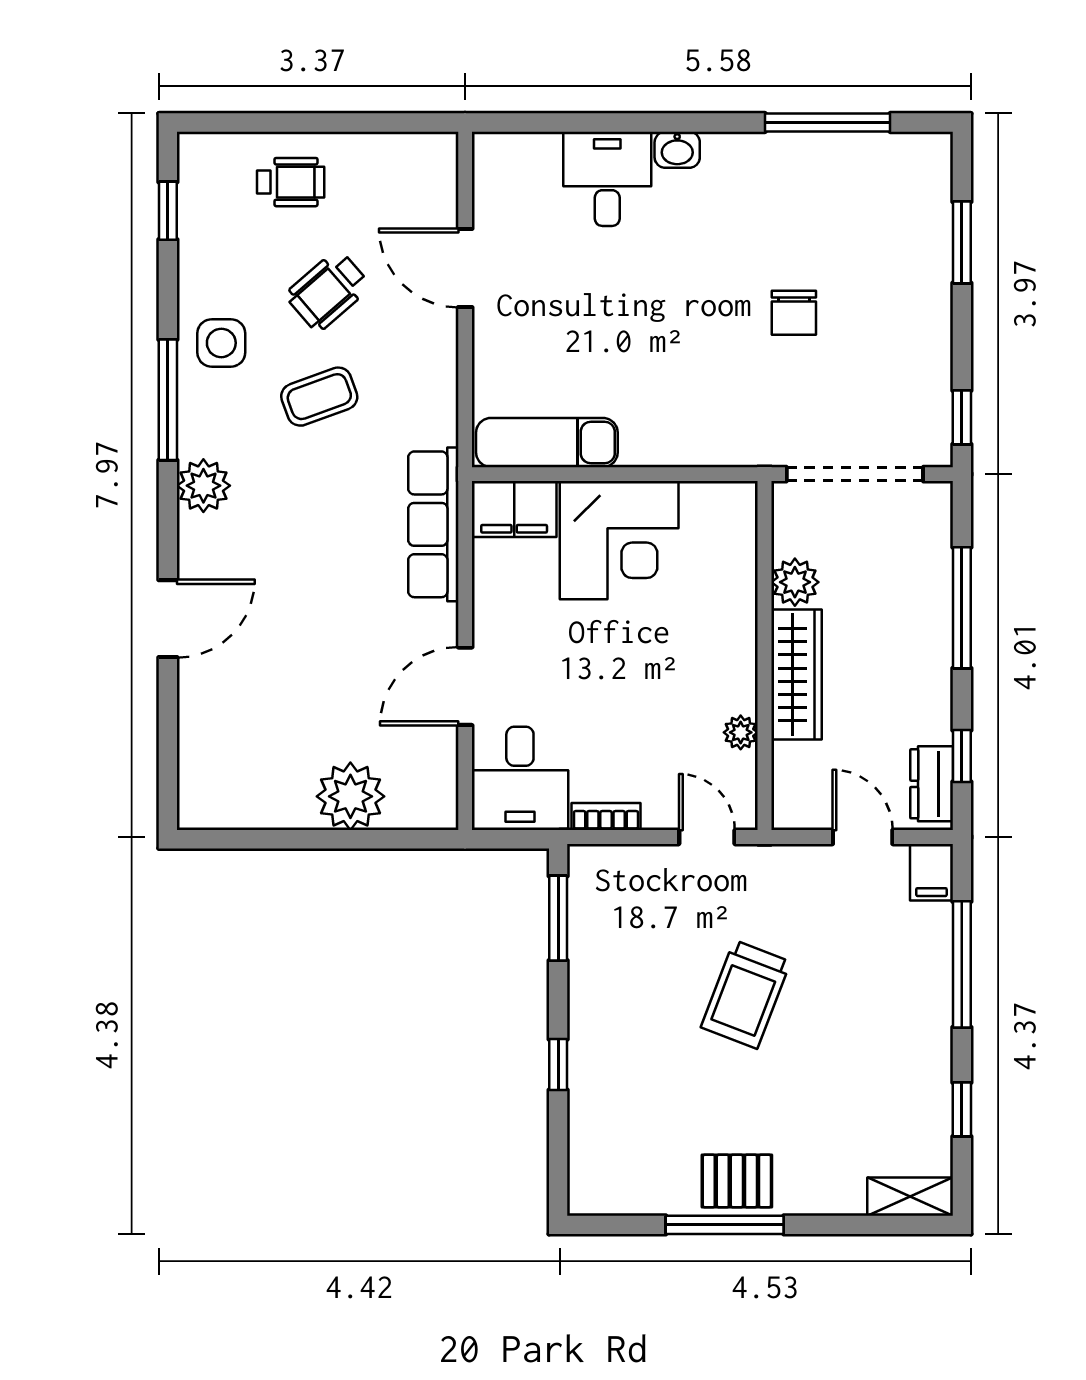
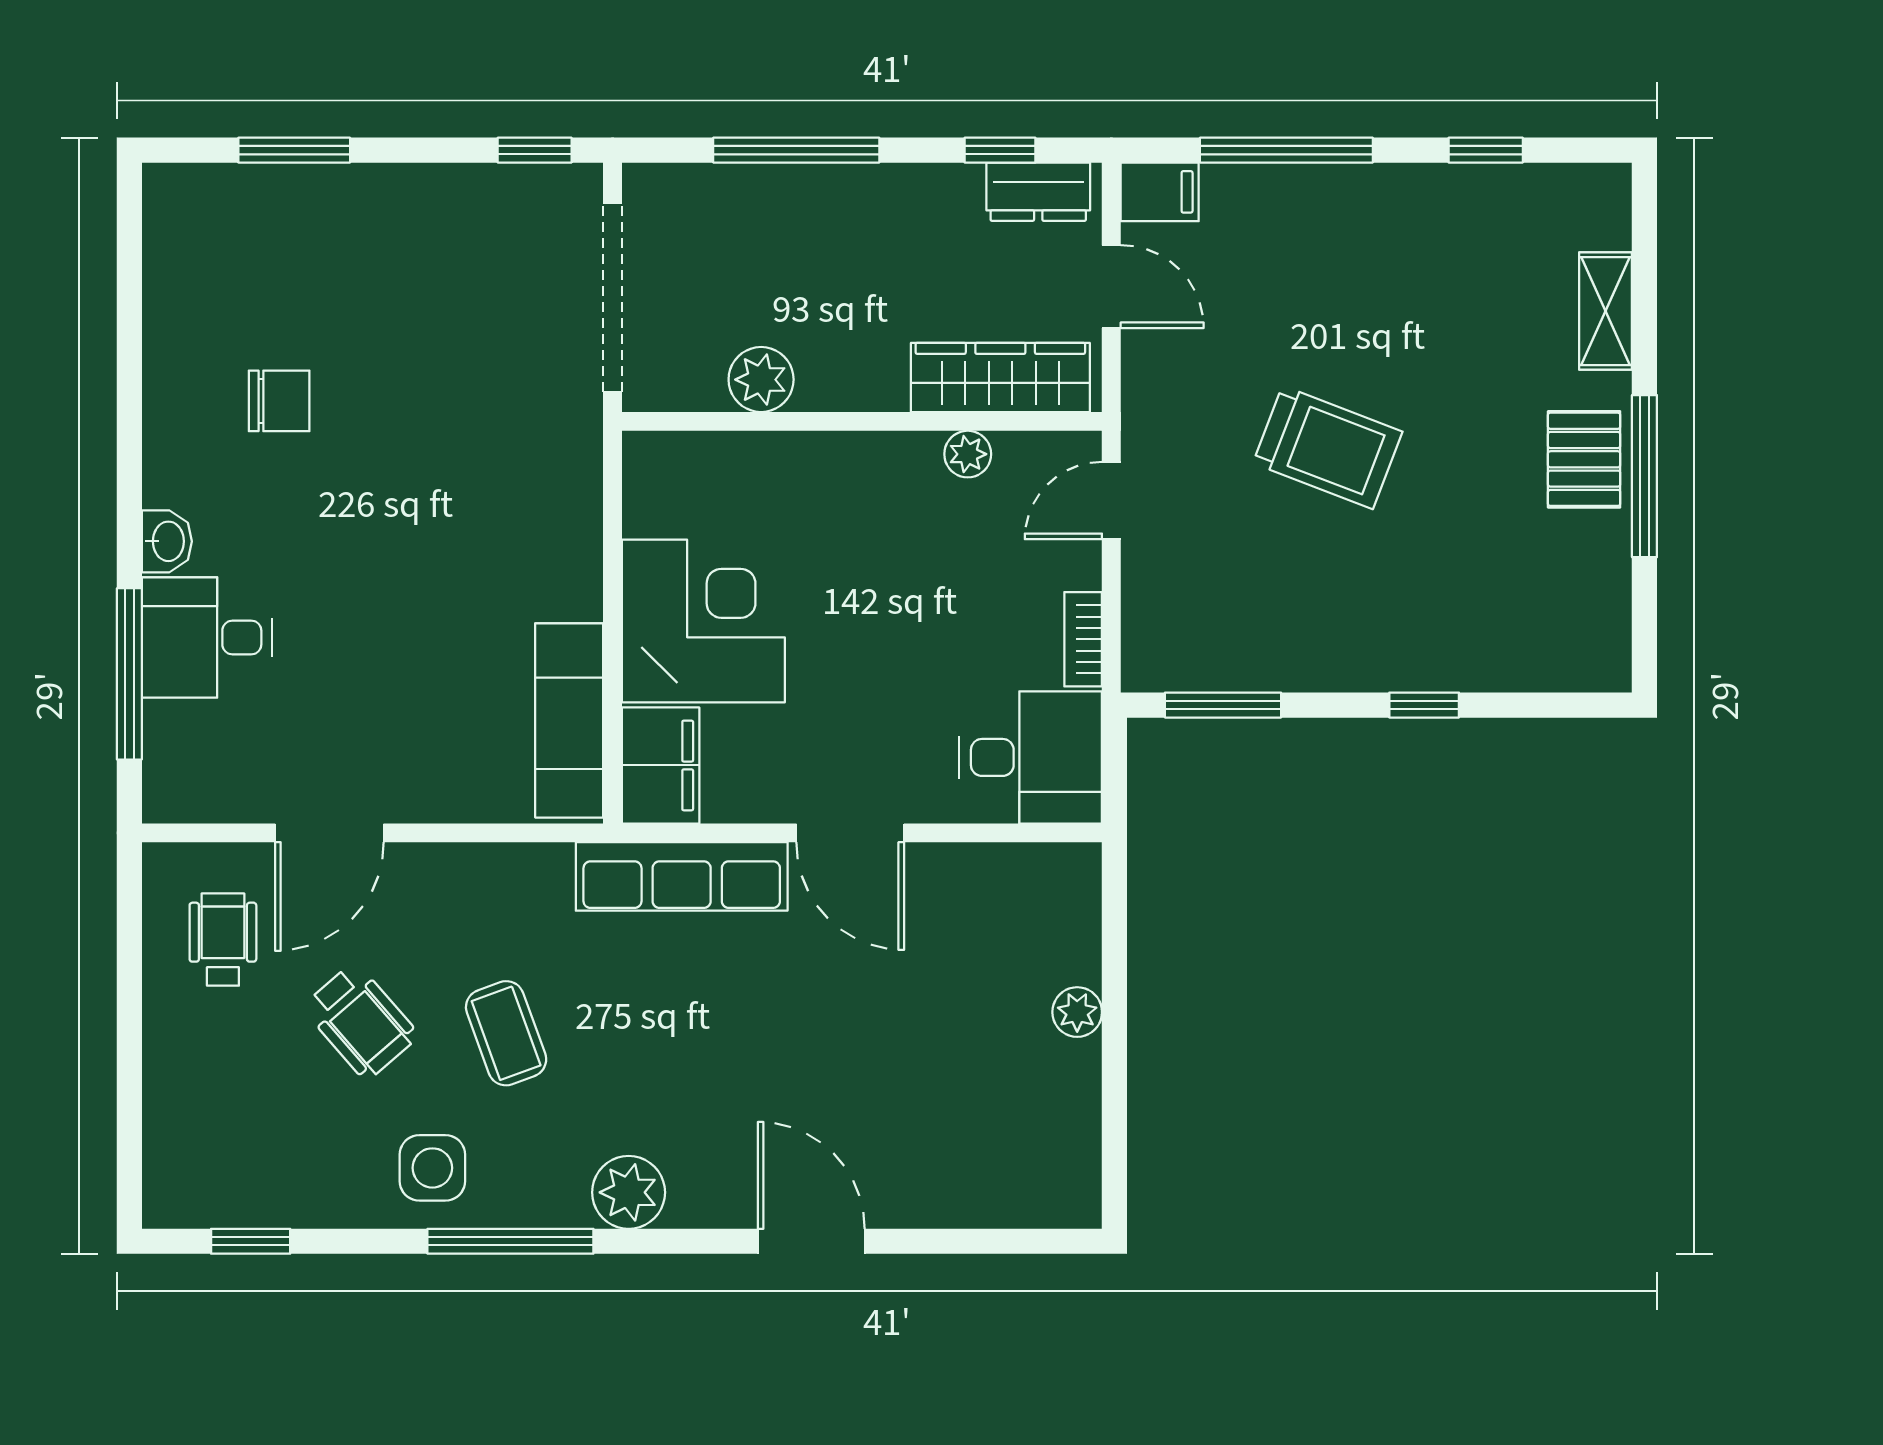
window: (828, 122) -> (129, 674), moved
wheelchair: (291, 182) -> (223, 940), moved
chair: (794, 313) -> (279, 401), moved
wardrobe: (796, 675) -> (1000, 377), moved
door: (465, 686) -> (850, 833), moved
plant: (350, 796) -> (1077, 1012), width x0.53, depth x0.53
door: (863, 837) -> (1111, 287), swing flipped
shelving: (910, 1197) -> (1606, 311), moved

